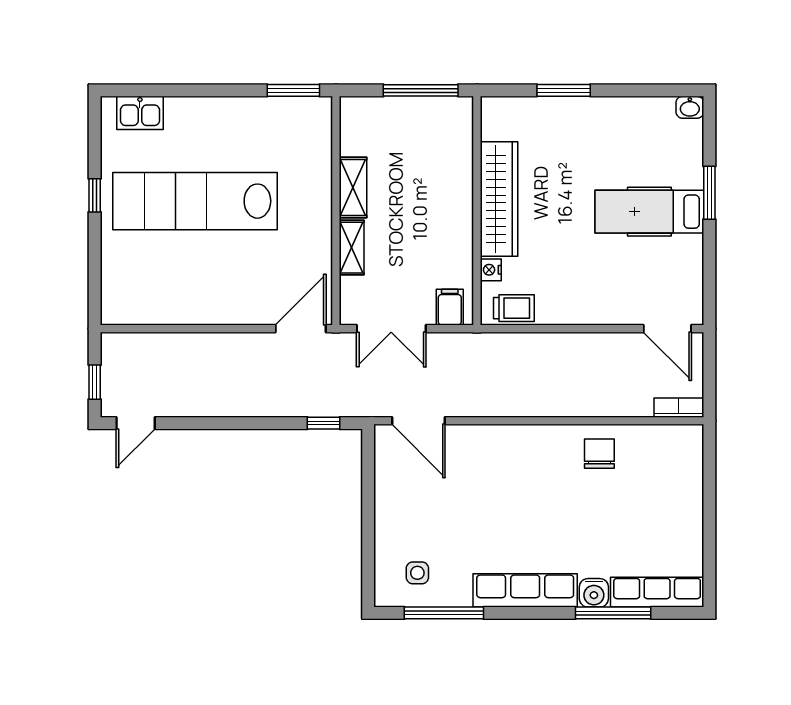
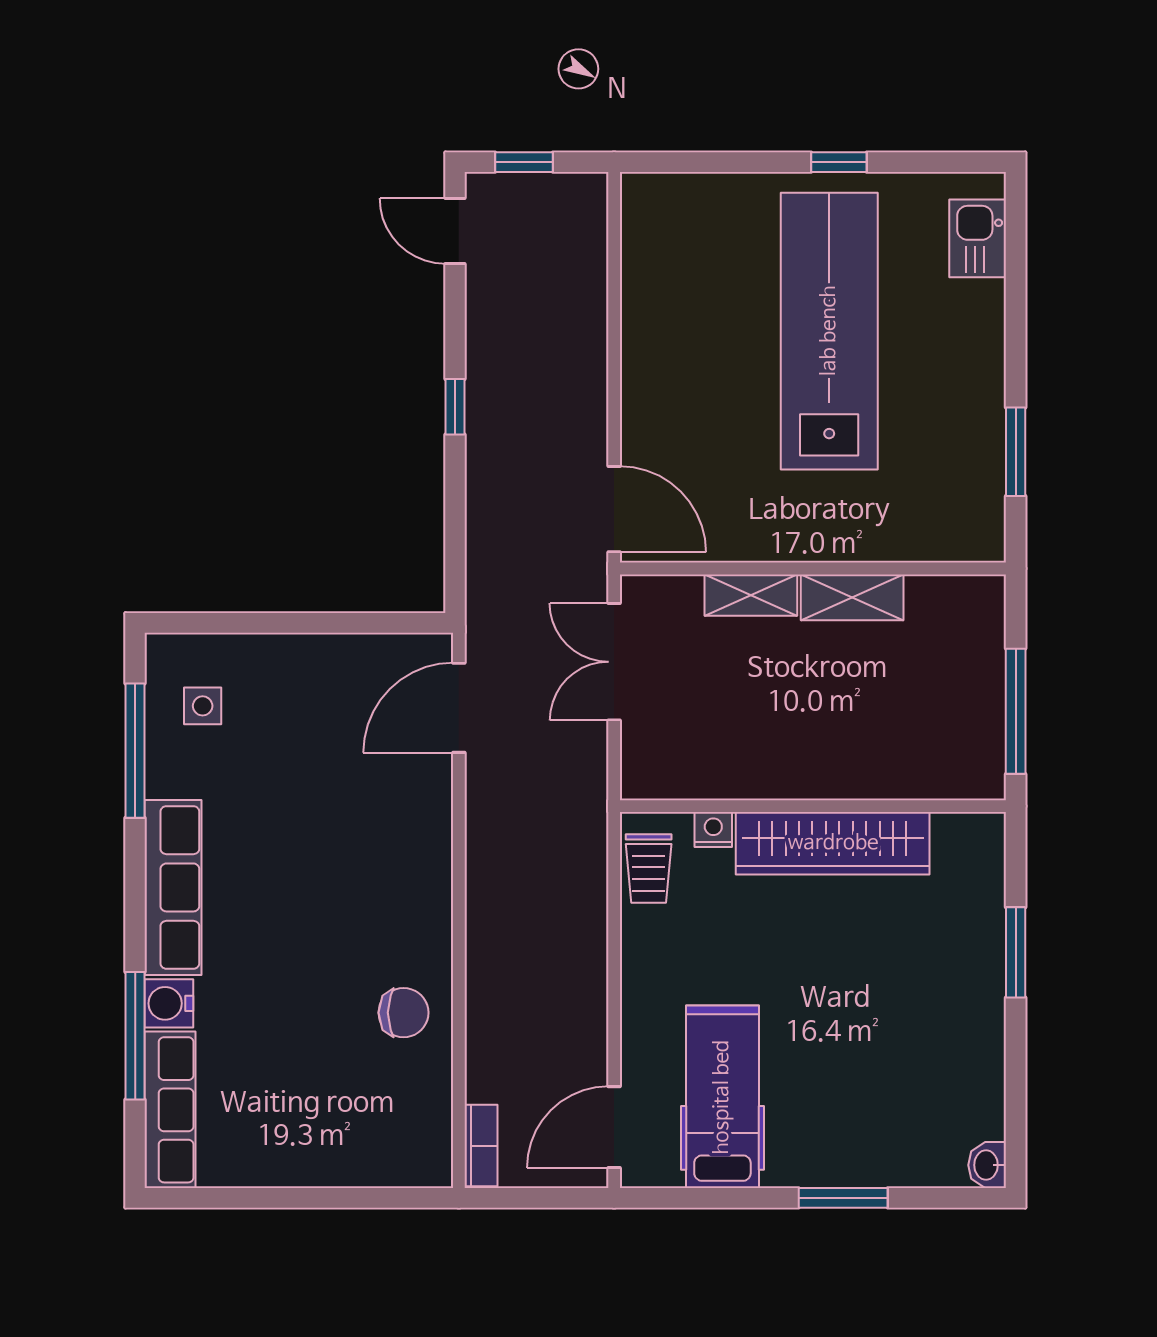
window: (293, 90) -> (1016, 452), moved
hospital bed: (649, 212) -> (722, 1097), moved
filing cabinet: (450, 307) -> (650, 760), removed
window: (323, 423) -> (455, 407), moved

